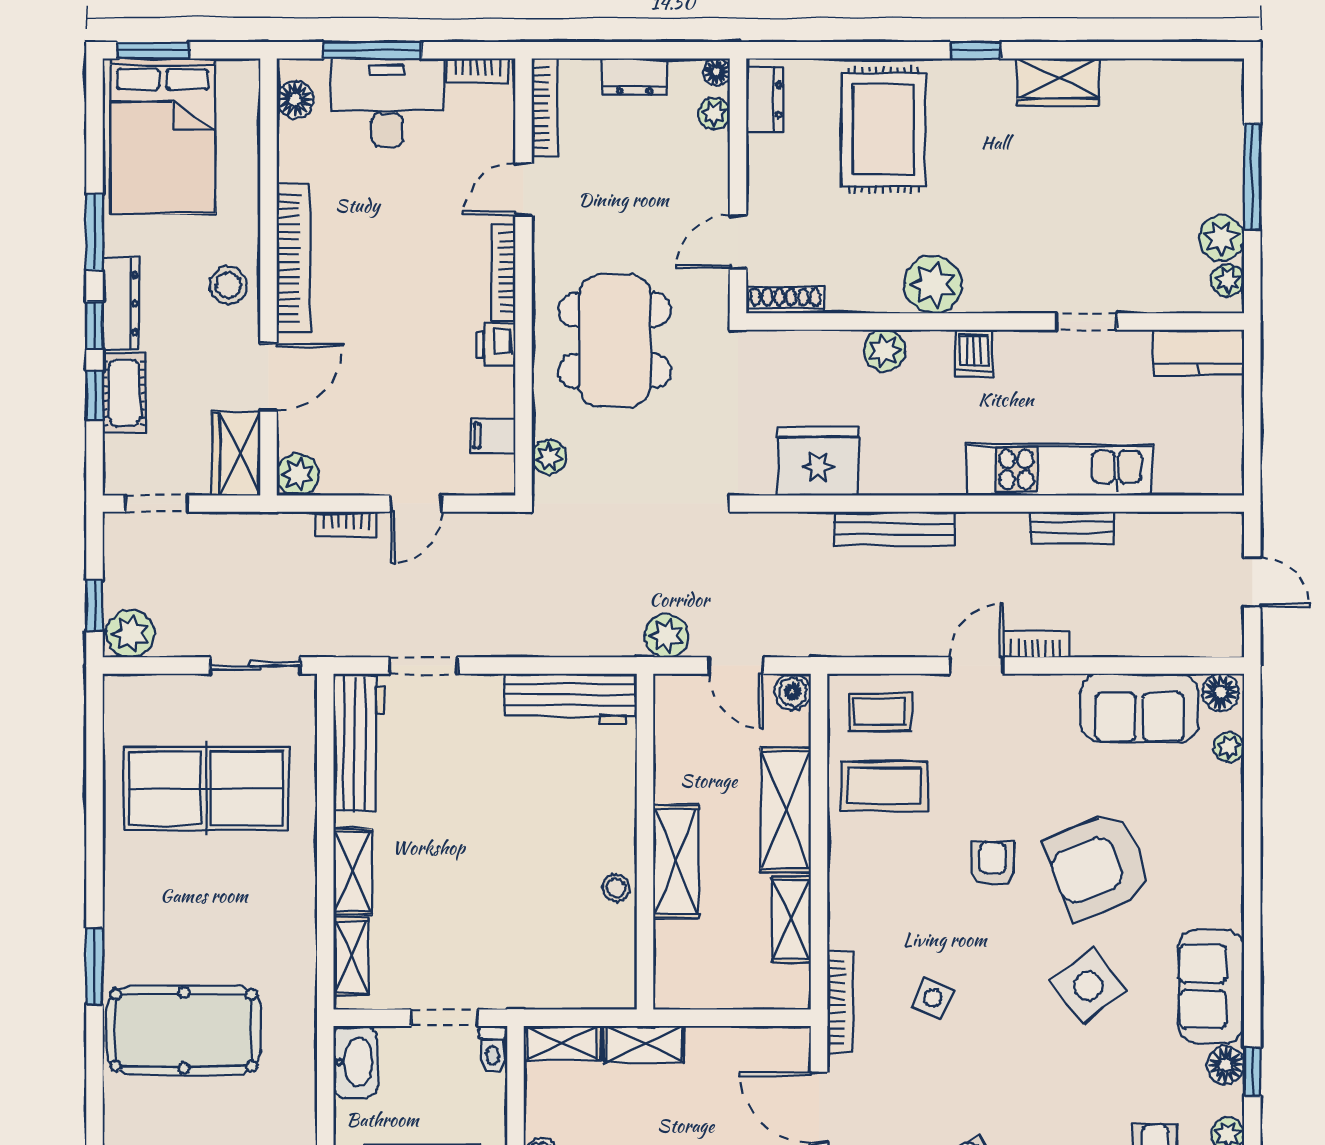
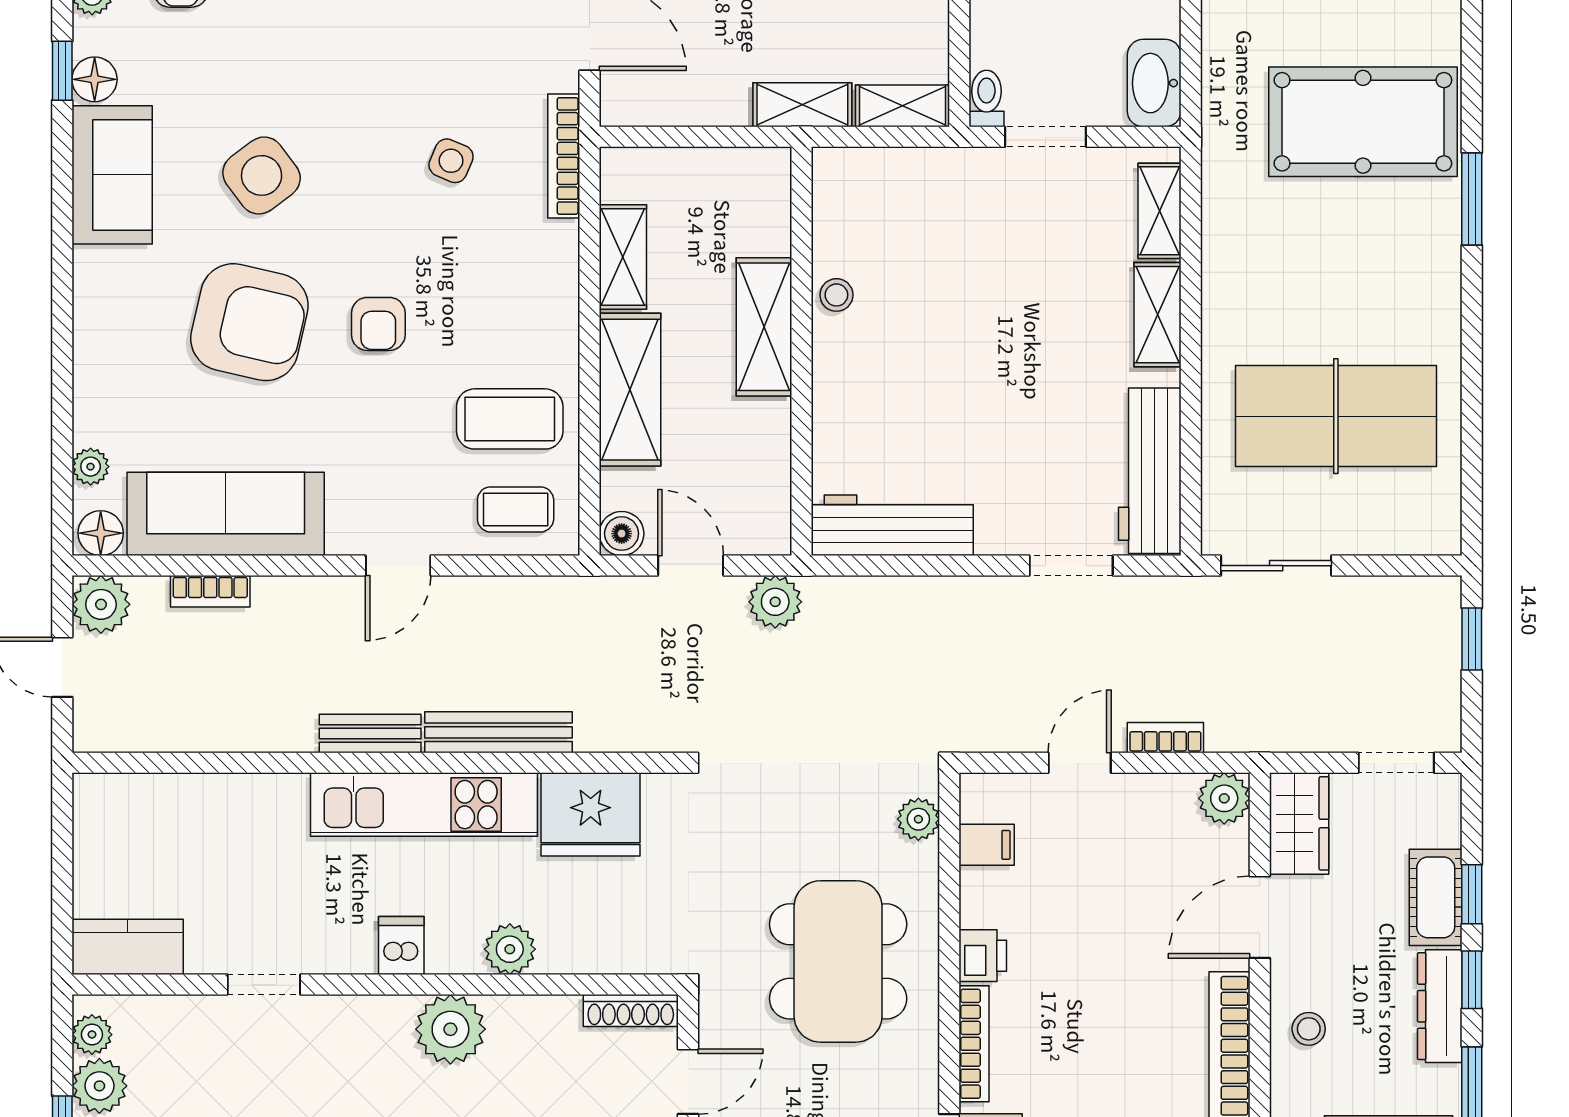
stool: (228, 285) -> (1309, 1029), width x0.73, depth x0.73
kitchen unit: (1059, 469) -> (424, 805), moved
bench: (1072, 528) -> (370, 733), moved
plant: (130, 634) -> (101, 604), moved
bookcase: (1036, 644) -> (210, 591), moved
sofa: (1139, 708) -> (226, 514), width x1.36
armchair: (1098, 865) -> (249, 322), turned 35

